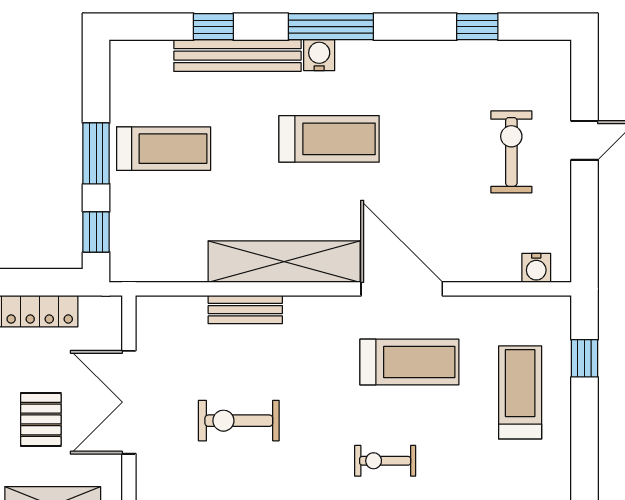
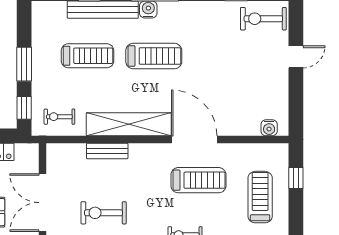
treadmill: (164, 149) -> (88, 56), moved
exercise bike: (511, 152) -> (263, 19), moved, turned -90
exercise bike: (159, 248) -> (59, 117), added

